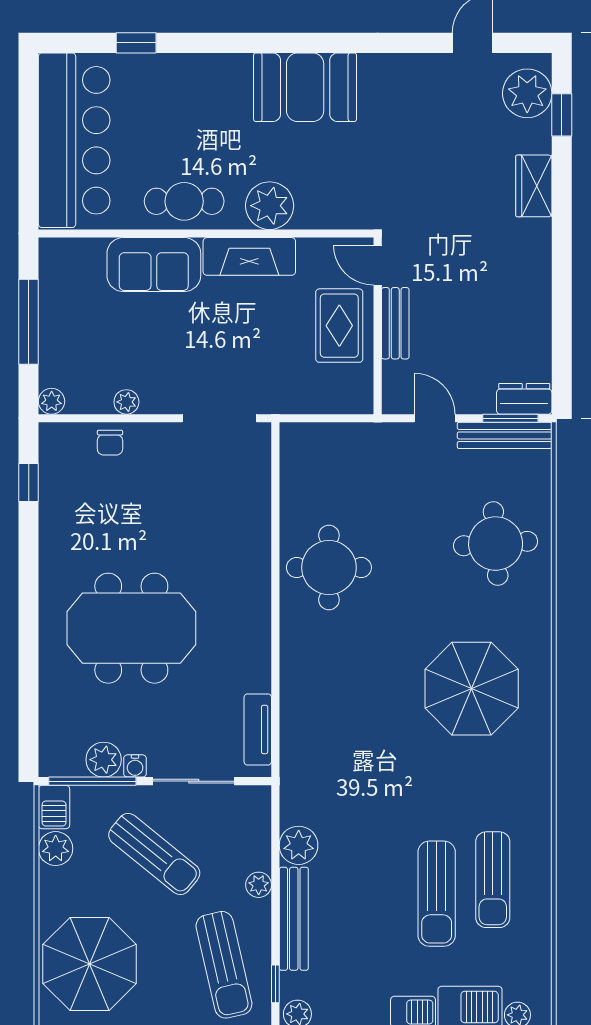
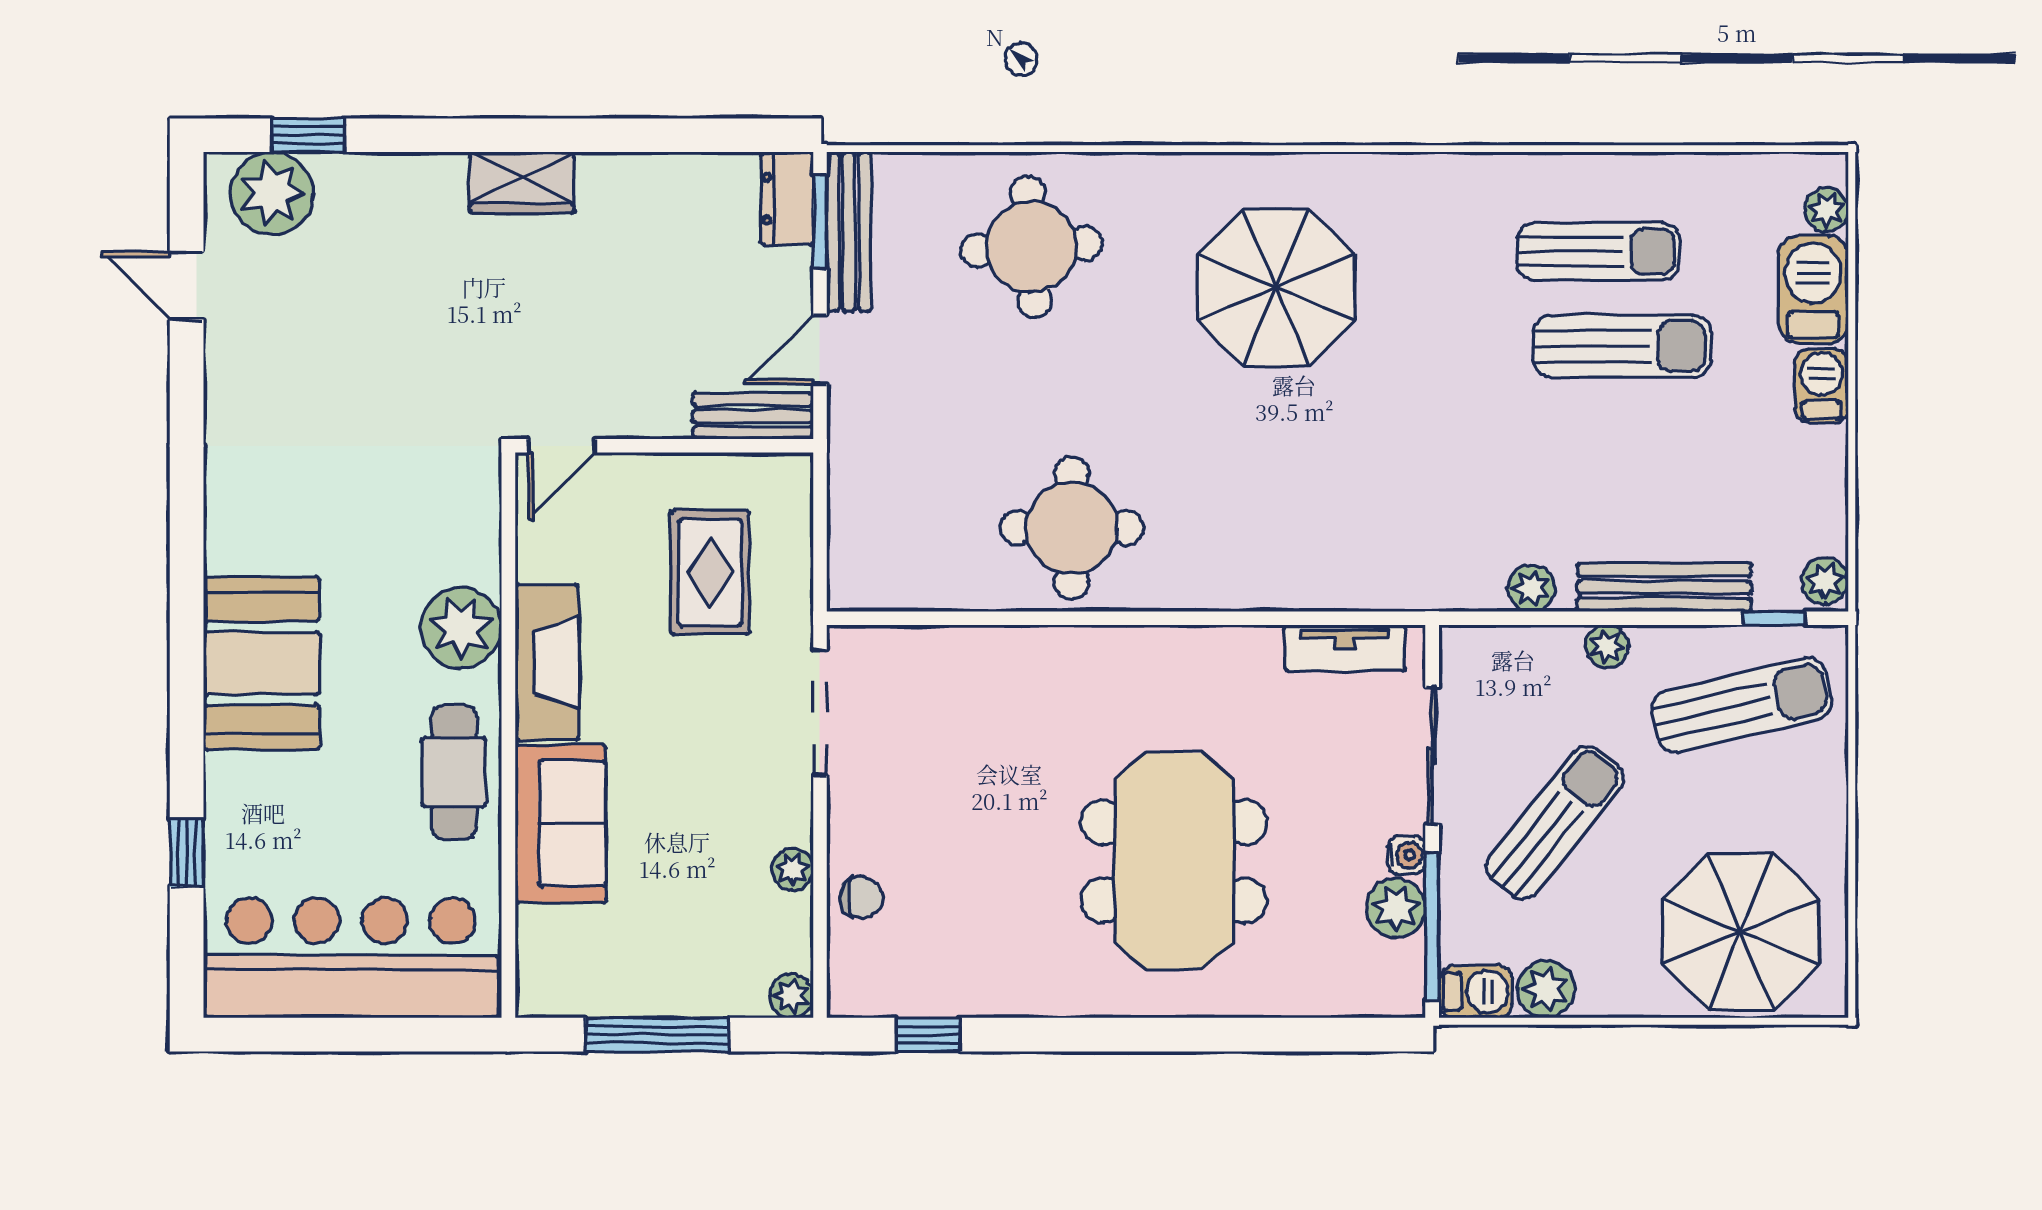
booth: (305, 87) -> (262, 663), moved
wardrobe: (534, 186) -> (522, 182), moved
bench: (395, 323) -> (753, 416), moved
rug: (339, 326) -> (710, 572), moved, turned 90
plant: (299, 845) -> (1531, 588), width x0.73, depth x0.73

